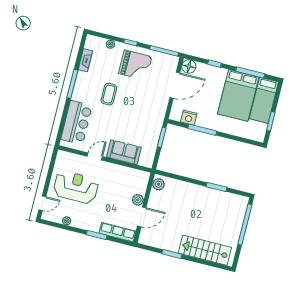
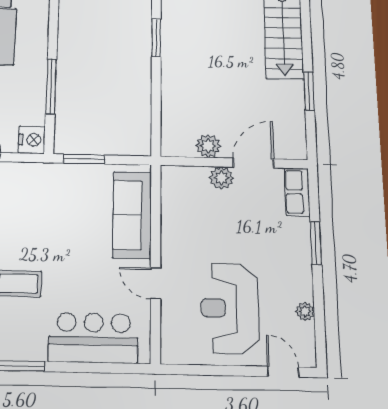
nightstand: (189, 118) -> (32, 140), moved
sofa: (124, 152) -> (132, 215), width x1.36
plant: (158, 184) -> (208, 146), moved
door: (142, 217) -> (253, 163), hinge flipped
row of seats: (117, 232) -> (297, 192), width x0.68

